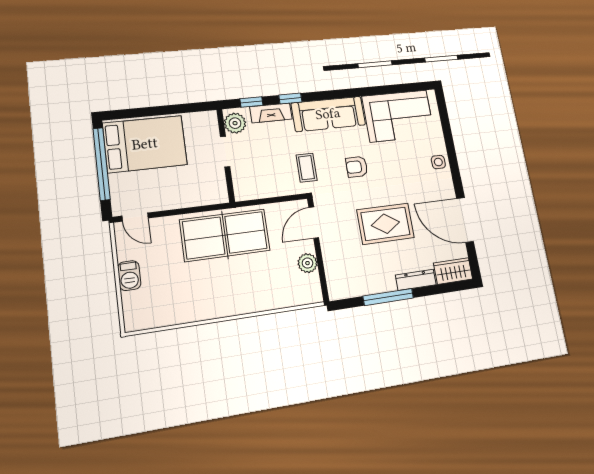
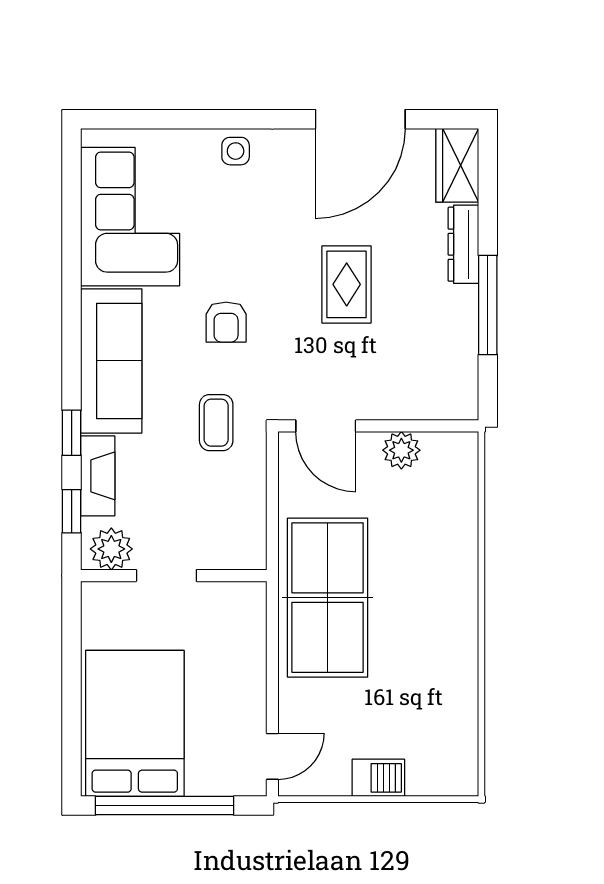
coffee table: (307, 168) -> (216, 423), turned 90
rug: (385, 224) -> (347, 284), width x0.73, depth x0.70

